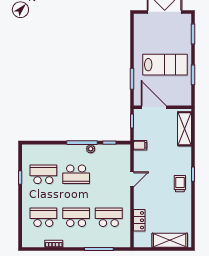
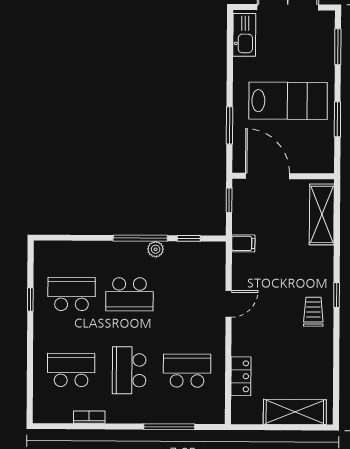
kitchen sink: (140, 28) -> (244, 35), added
school desk: (76, 217) -> (129, 370), turned -90

